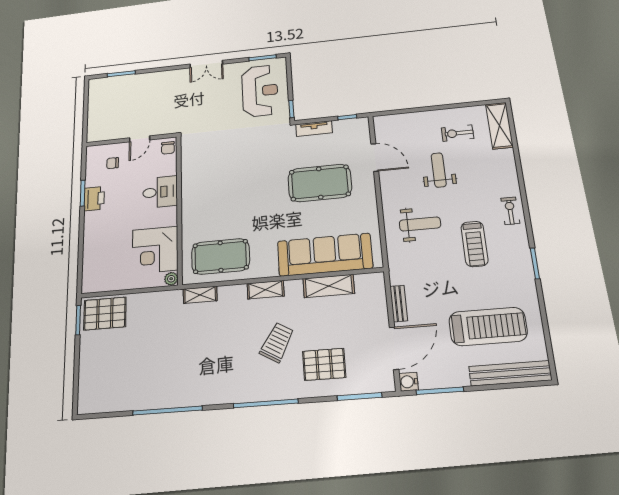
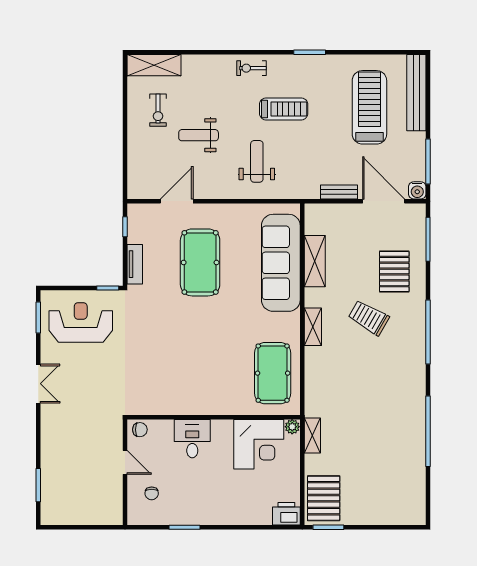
printer: (94, 199) -> (286, 514), moved
shelving: (200, 295) -> (312, 435), moved

